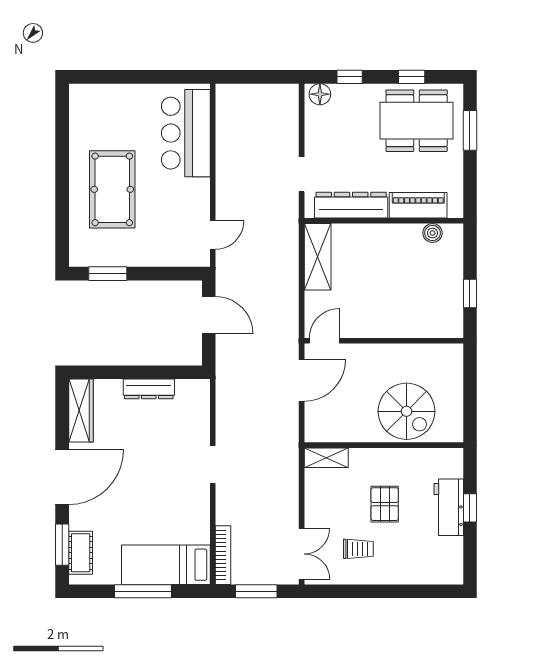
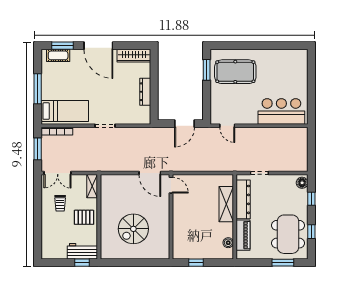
pool table: (112, 189) -> (235, 72), moved
shelving: (318, 257) -> (226, 204), moved, turned 90
wall: (384, 445) -> (99, 217), moved
shelving: (326, 458) -> (92, 186), moved
bed: (166, 565) -> (65, 111), moved, turned 90

